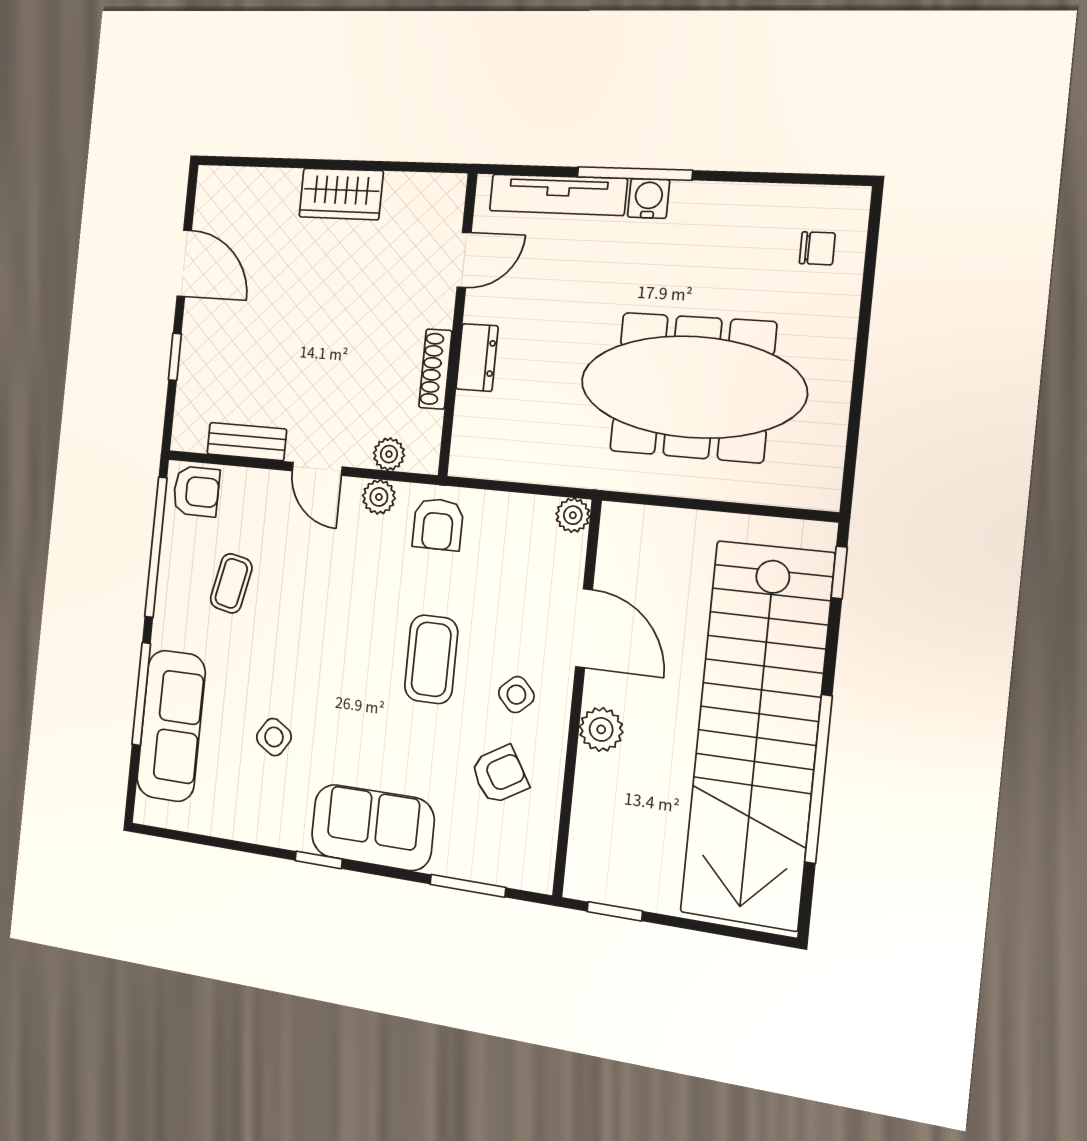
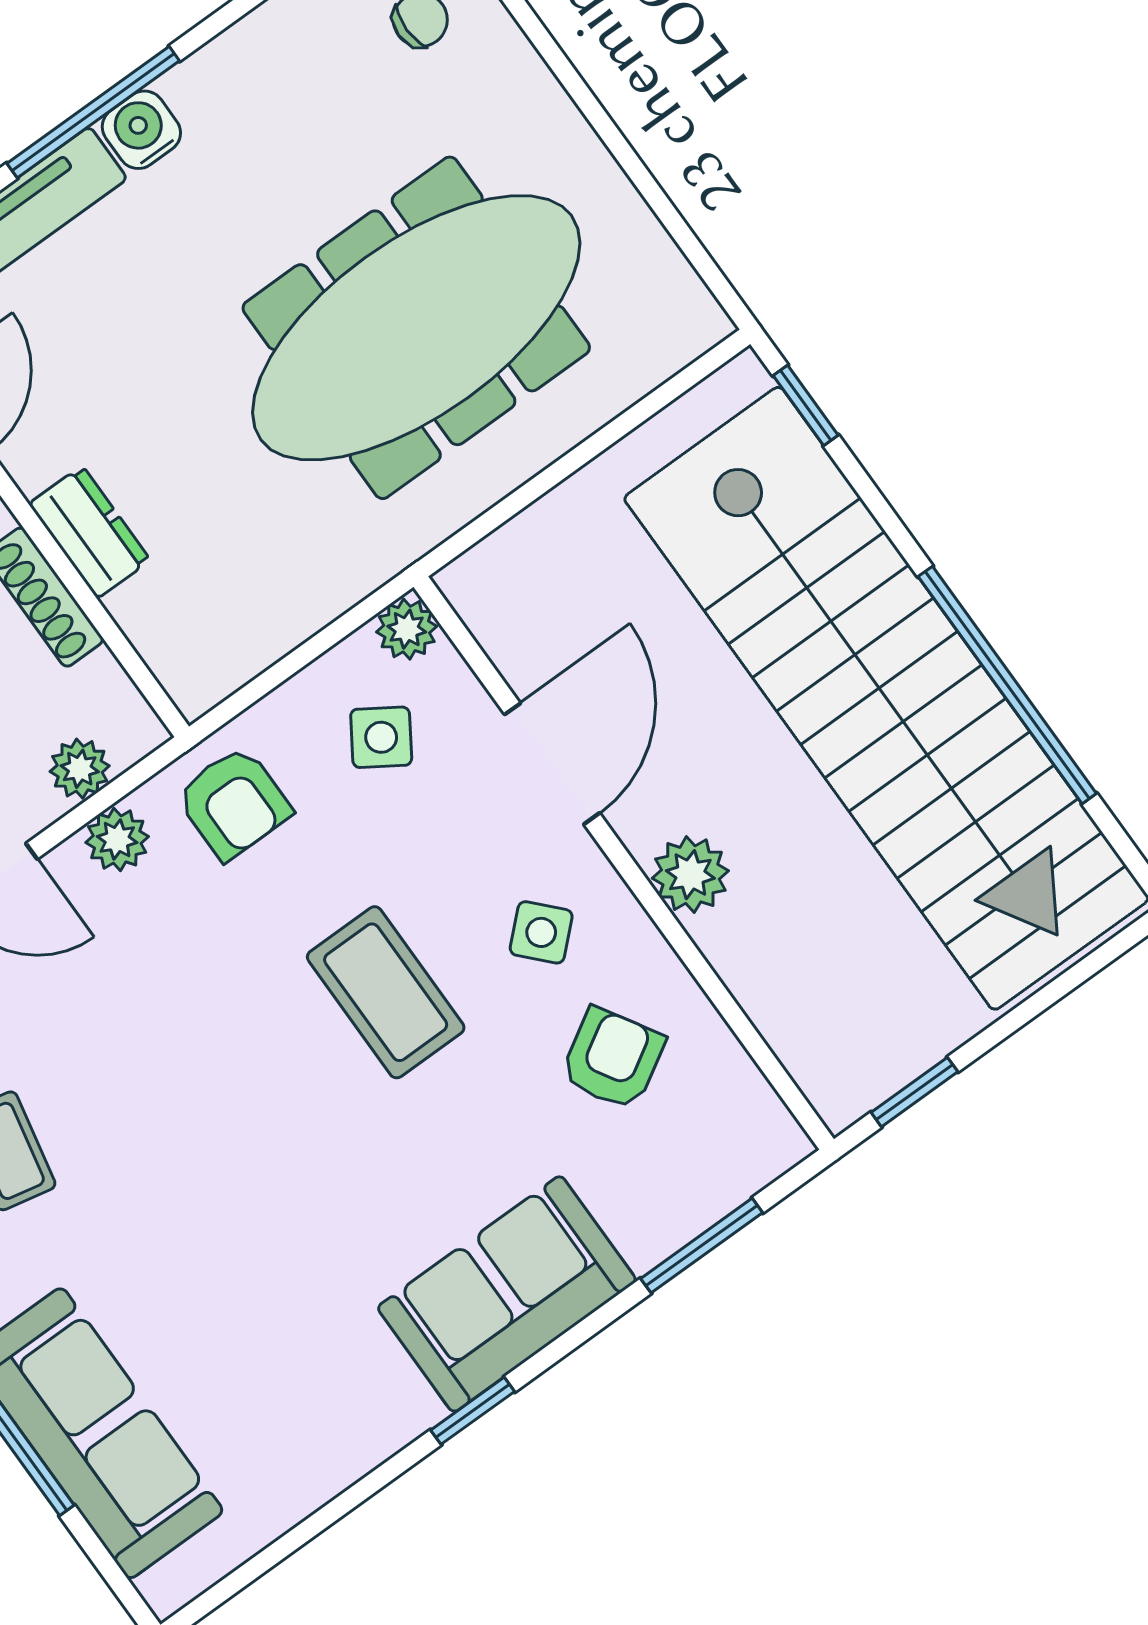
door: (584, 628) -> (552, 764), hinge flipped
side table: (274, 737) -> (381, 737), moved

